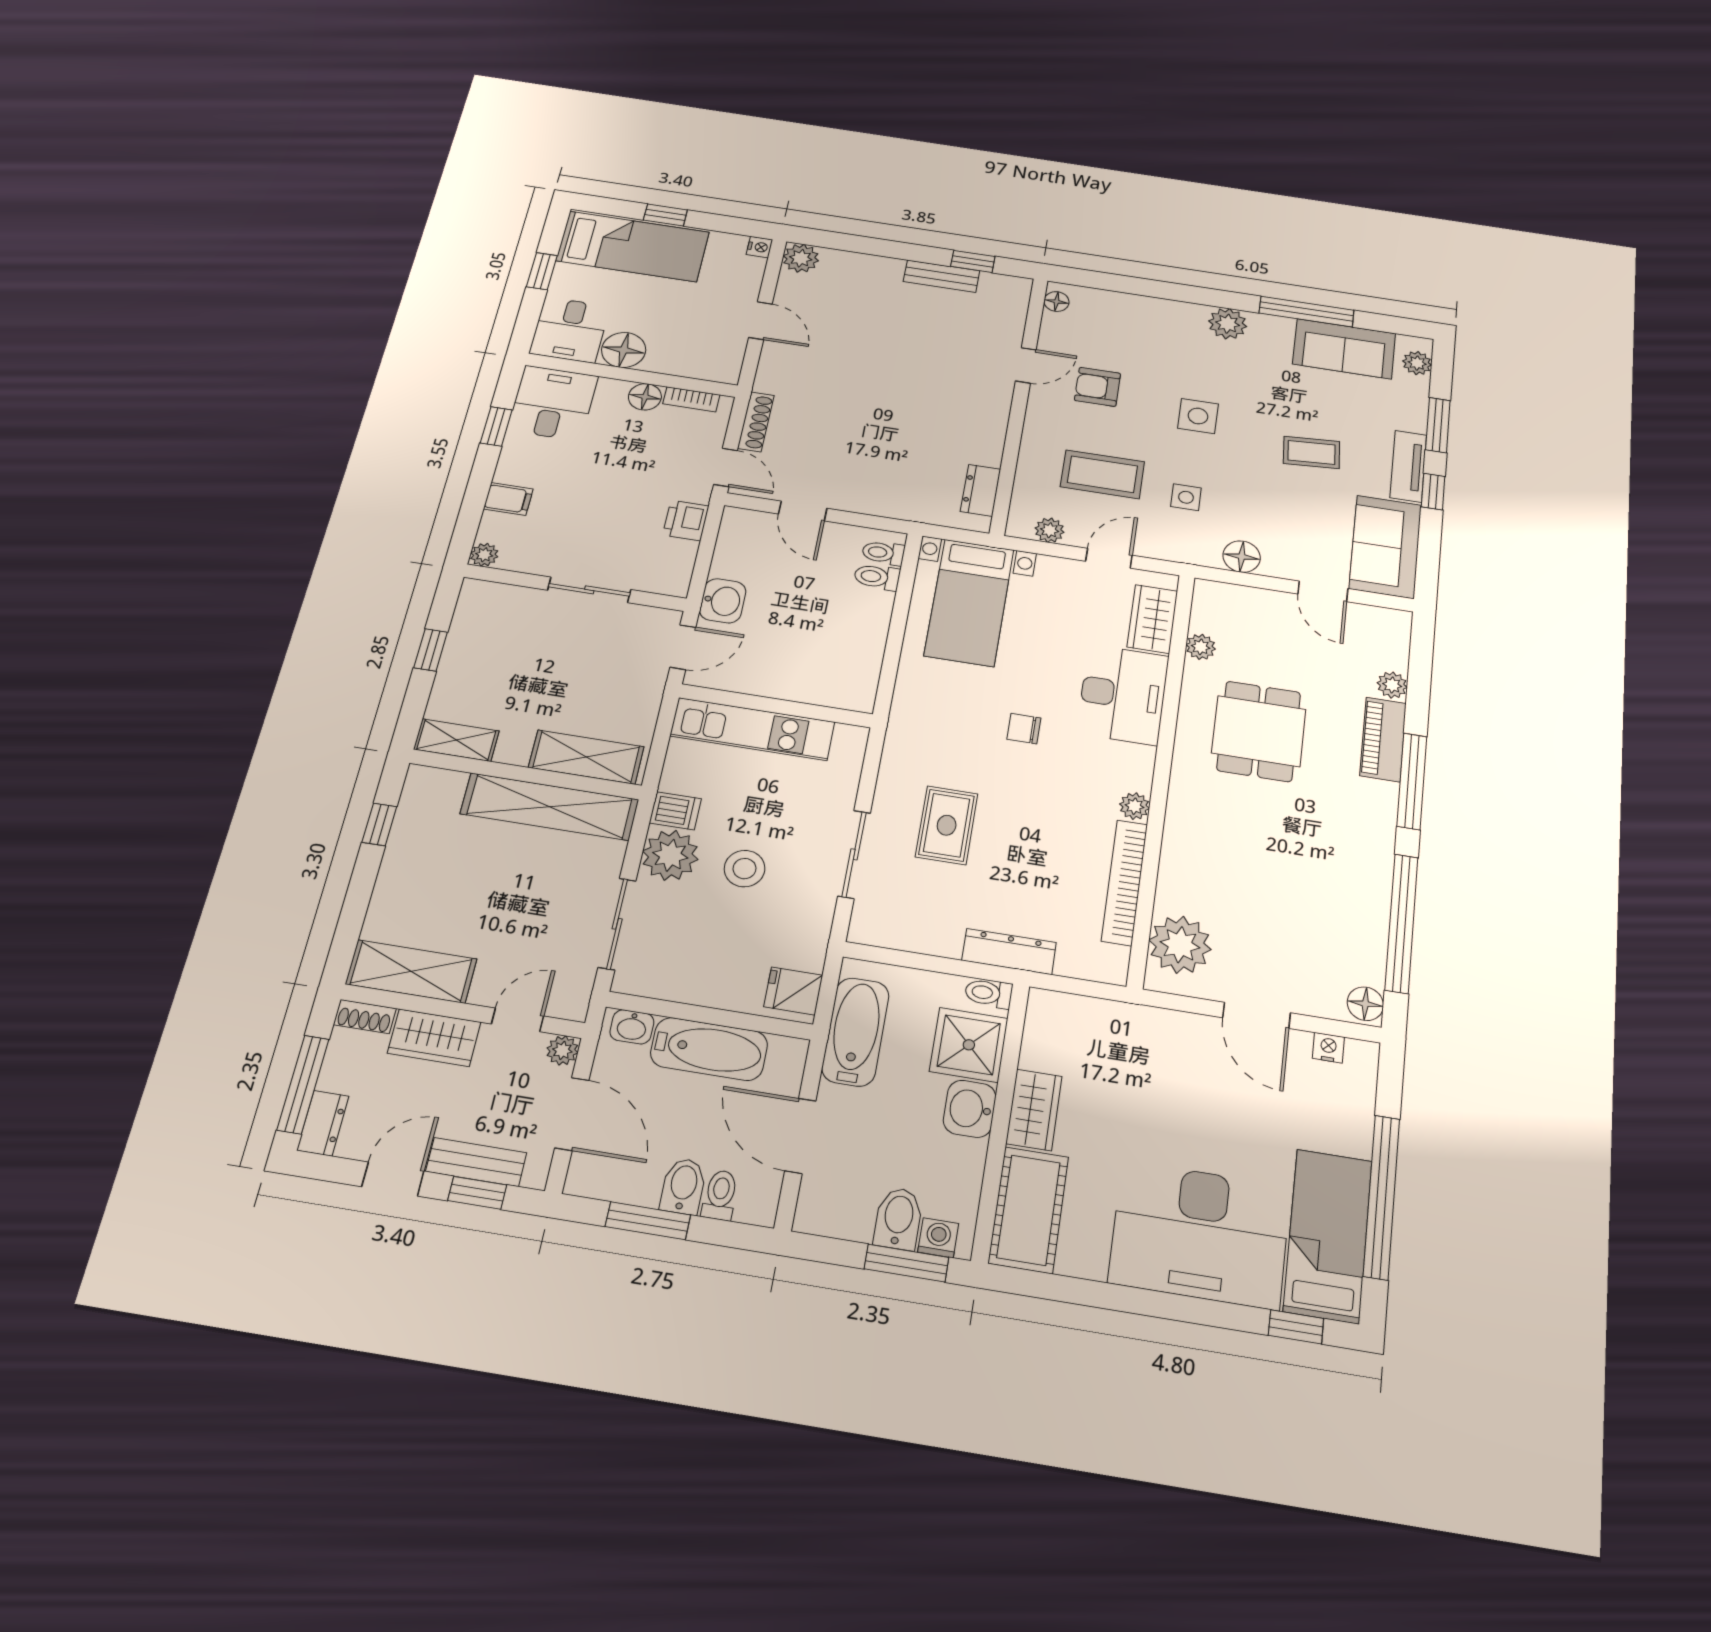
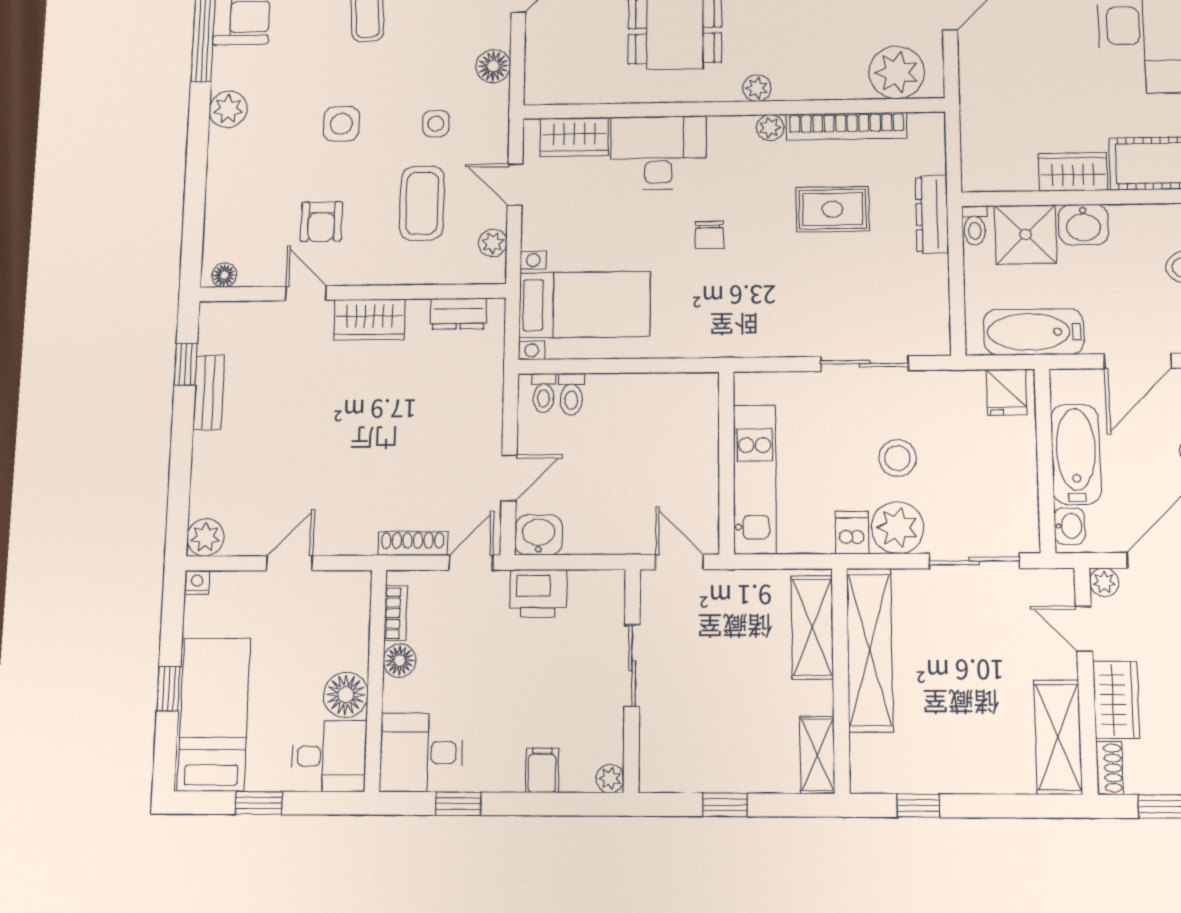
wardrobe: (989, 414) -> (369, 319), added
printer: (686, 520) -> (538, 593), width x1.36, depth x1.24
washbasin: (723, 601) -> (539, 535), moved
plant: (1201, 647) -> (757, 88), moved
rug: (947, 825) -> (832, 209), moved

